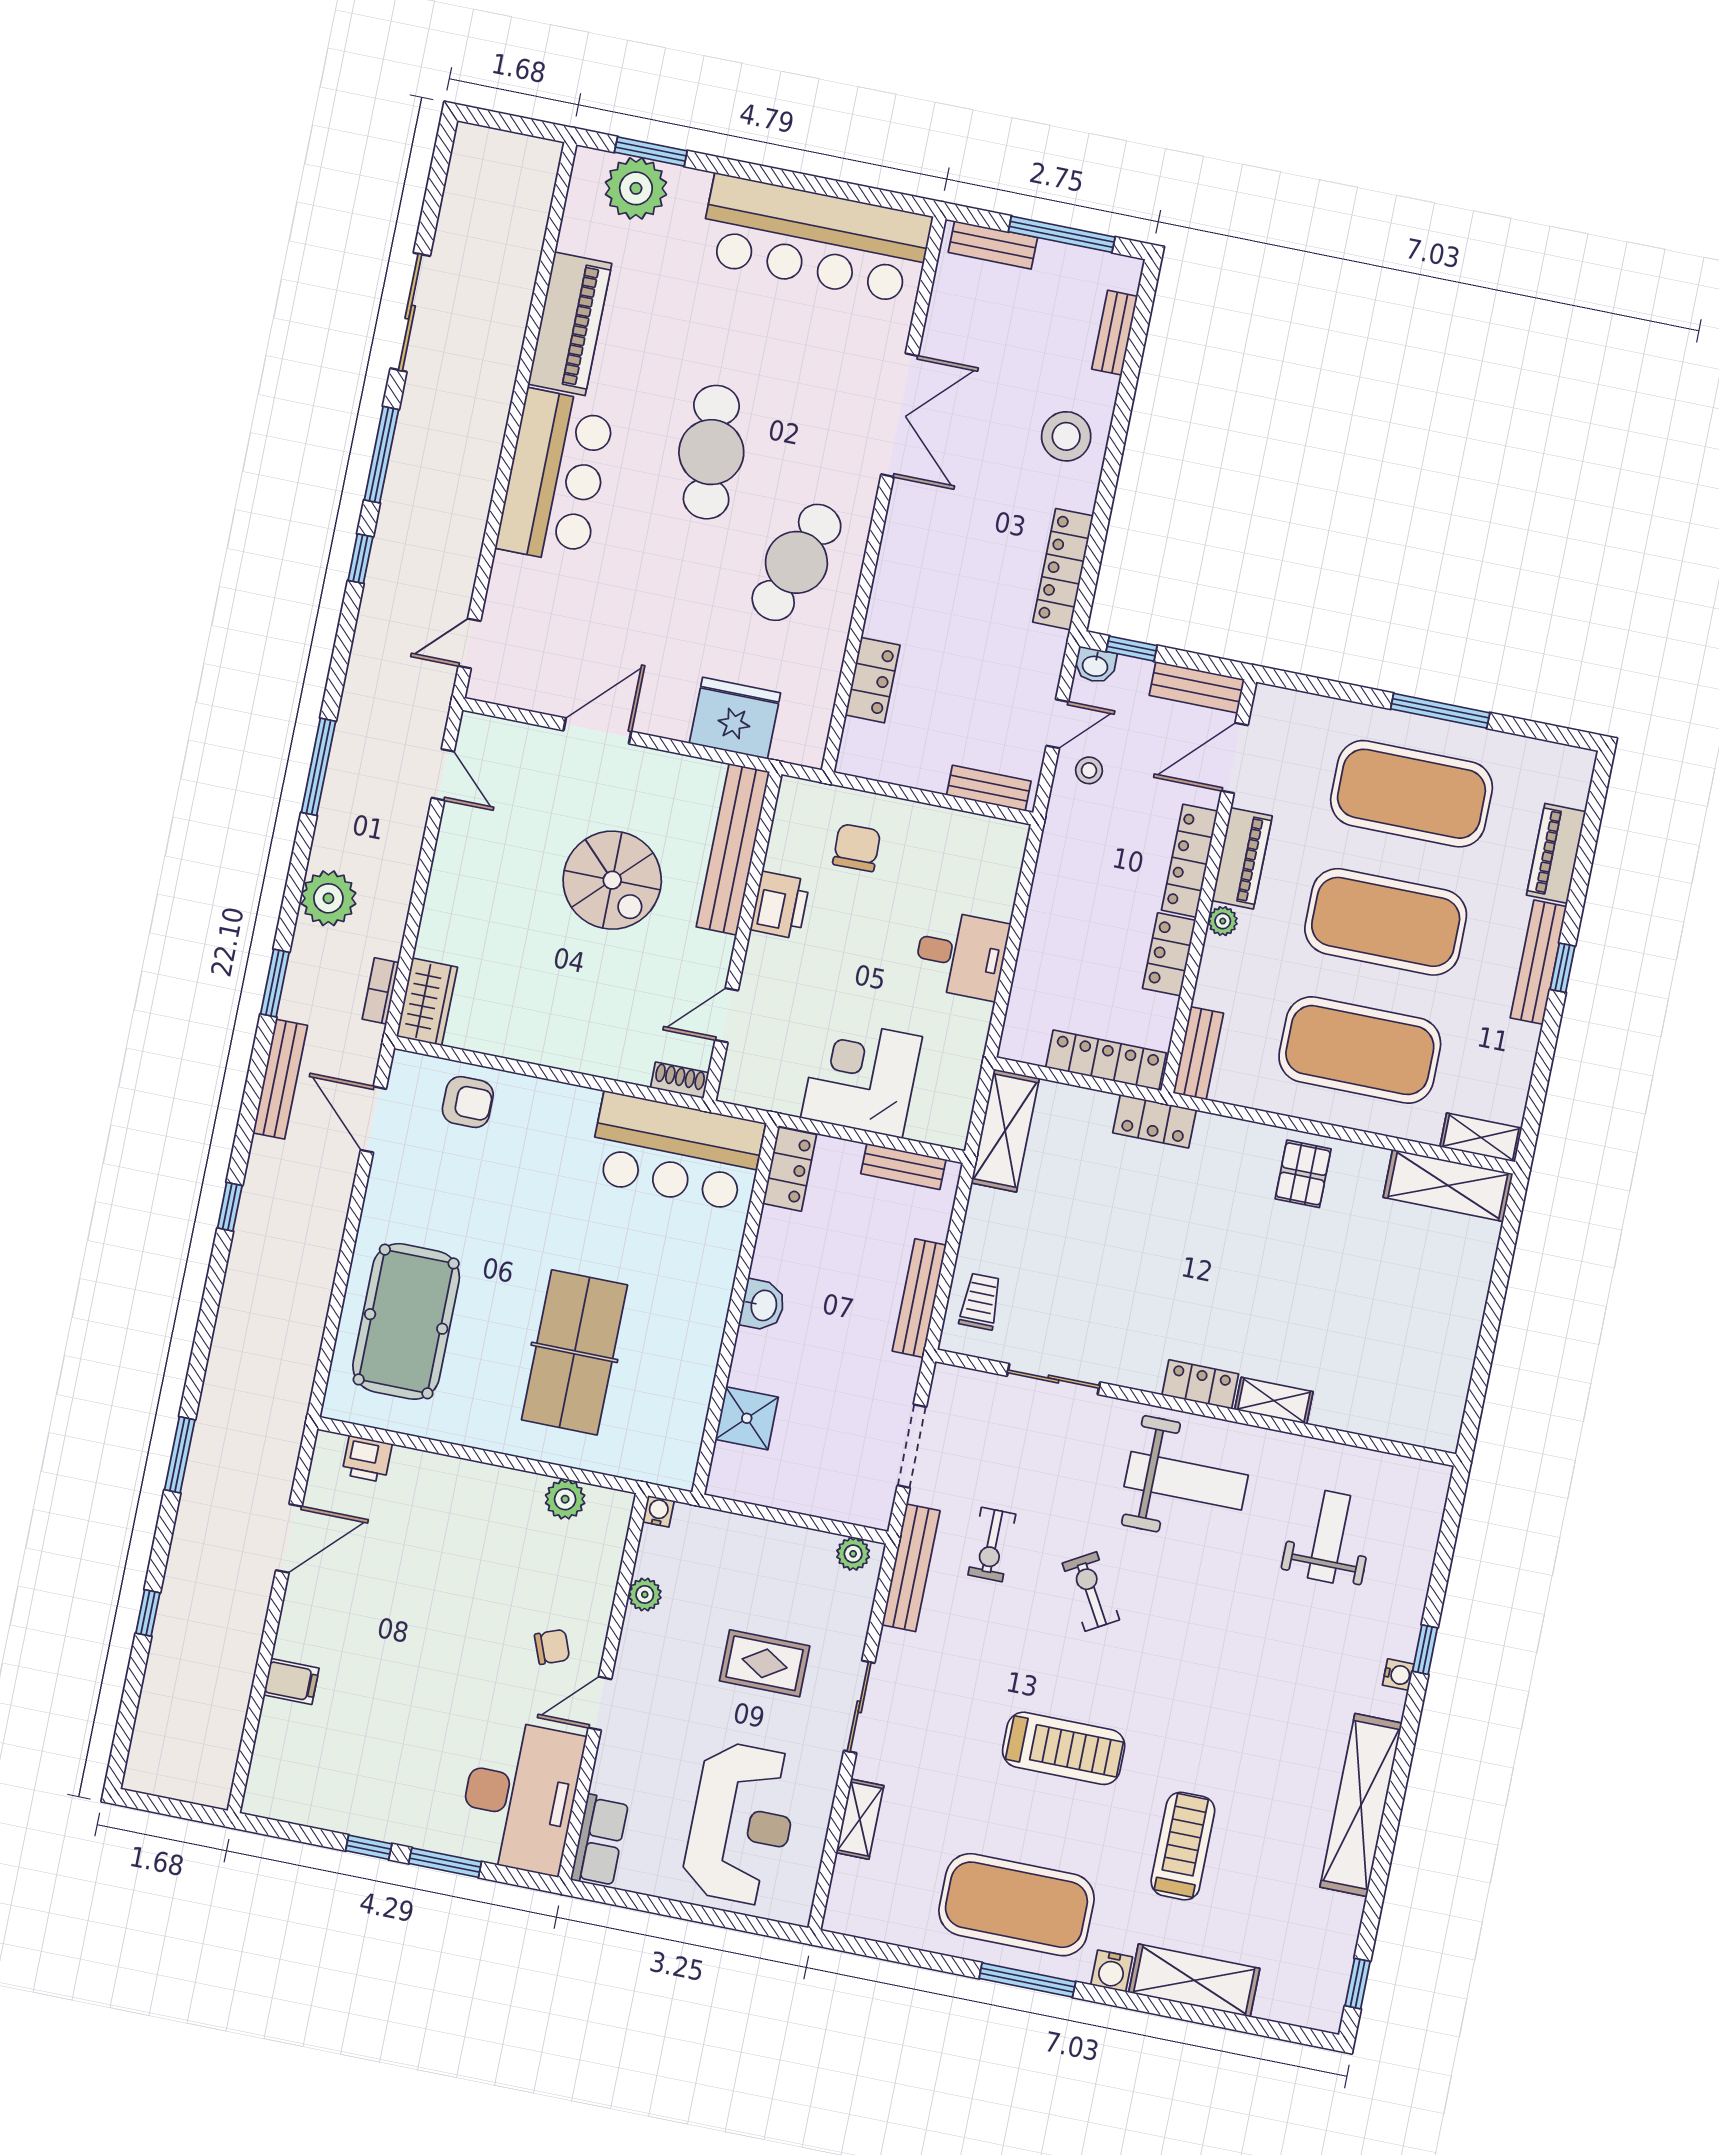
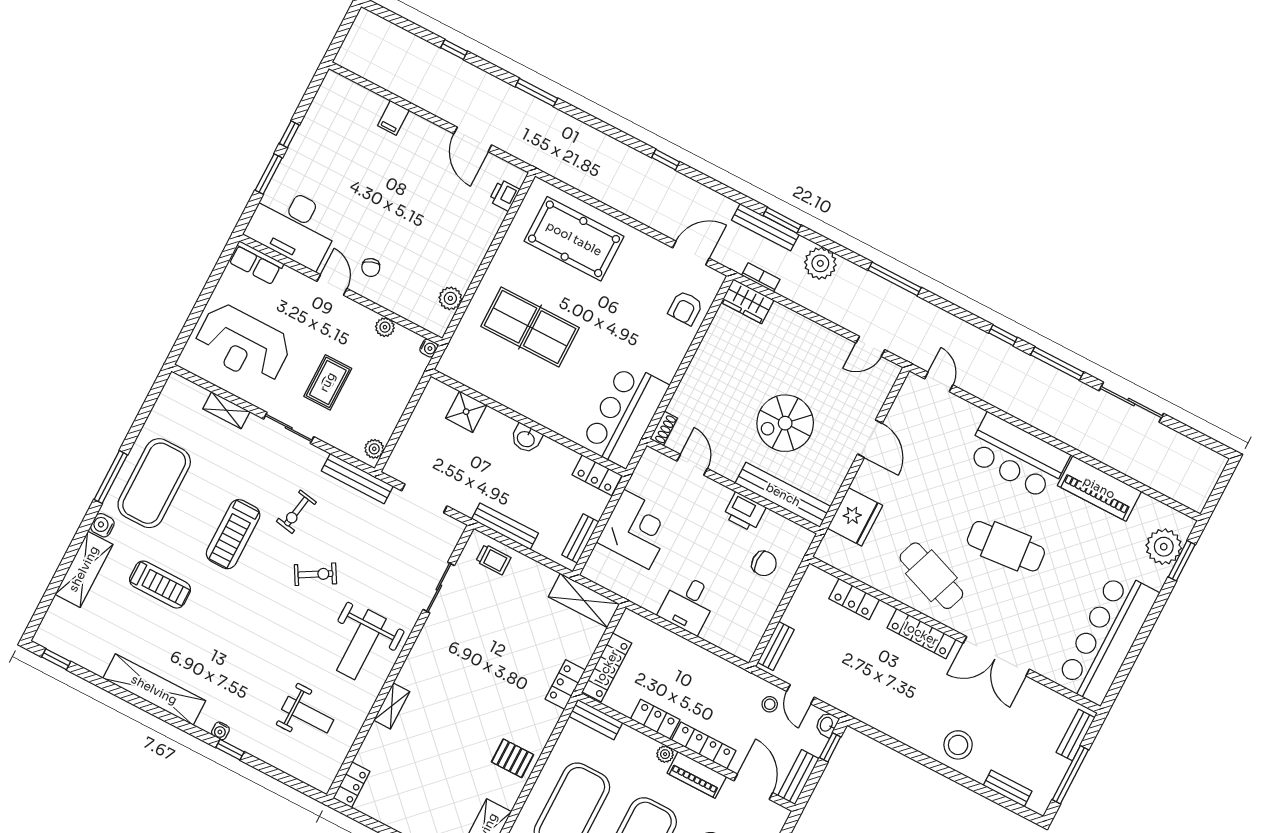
locker: (1063, 569) -> (921, 634), moved, turned 180
bench: (280, 1079) -> (765, 227), moved
locker: (1200, 1384) -> (352, 785), moved
exercise bike: (992, 1545) -> (296, 512), moved, turned -80

